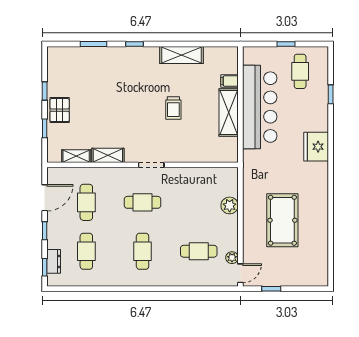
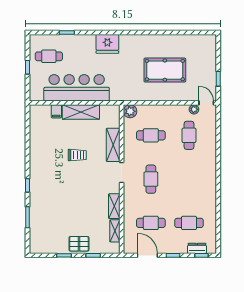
shelving: (182, 55) -> (113, 145), moved
plant: (230, 205) -> (130, 111), moved
cafe table: (143, 251) -> (151, 135), moved

